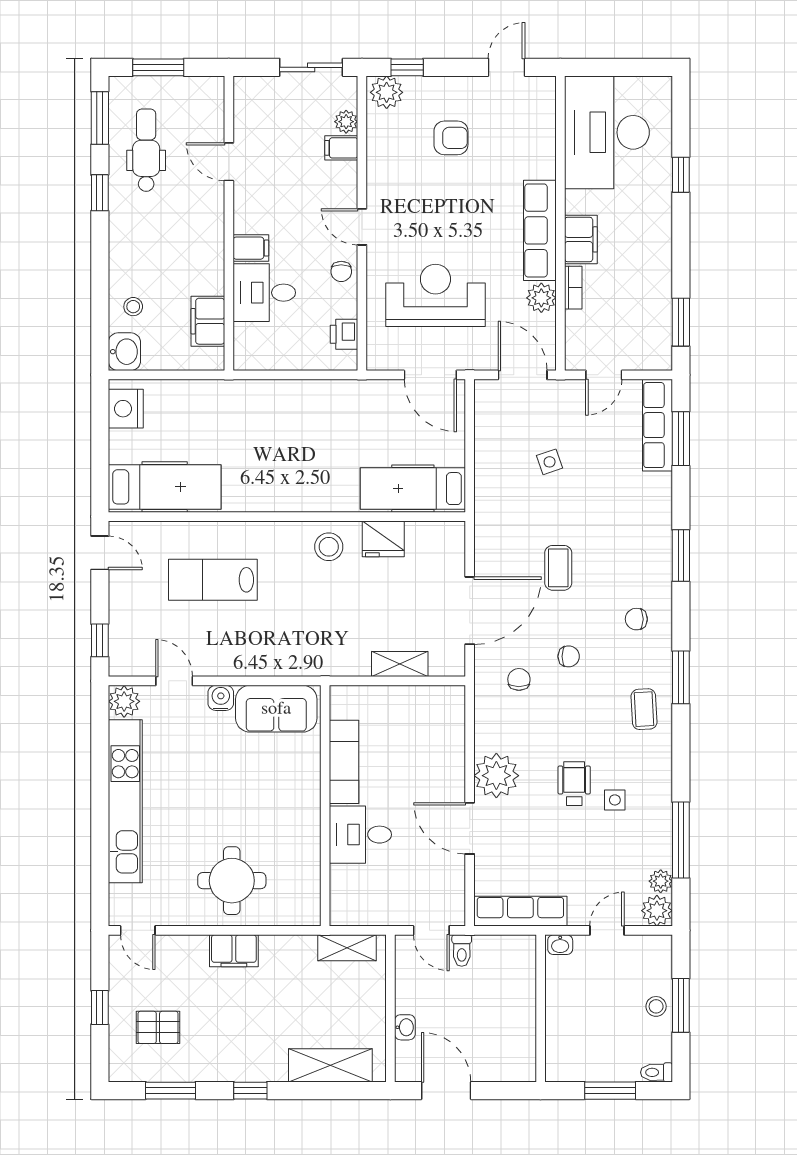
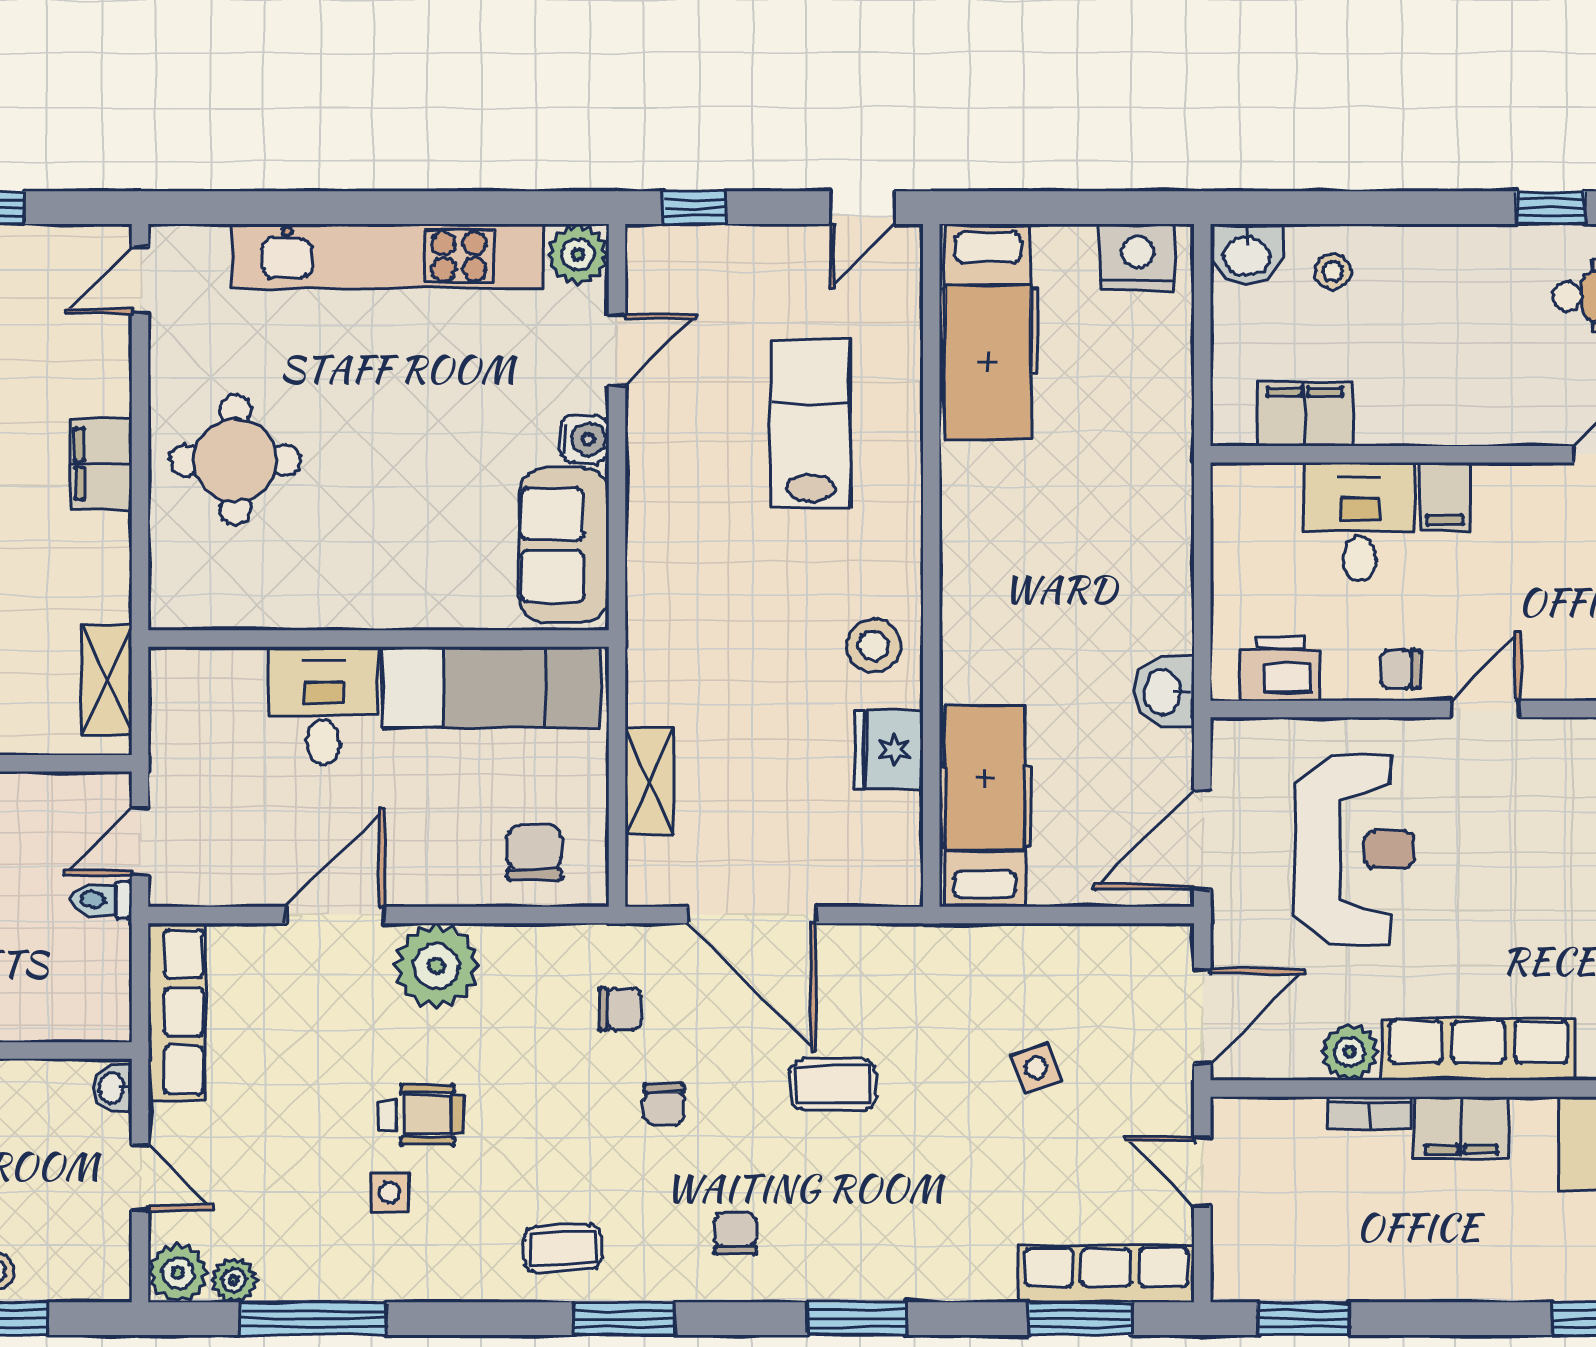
printer: (344, 334) -> (1280, 668), width x1.36, depth x1.24
washbasin: (353, 395) -> (1164, 692), added
chair: (437, 724) -> (534, 853), added
exam couch: (344, 762) -> (491, 687), width x1.36, depth x1.45

